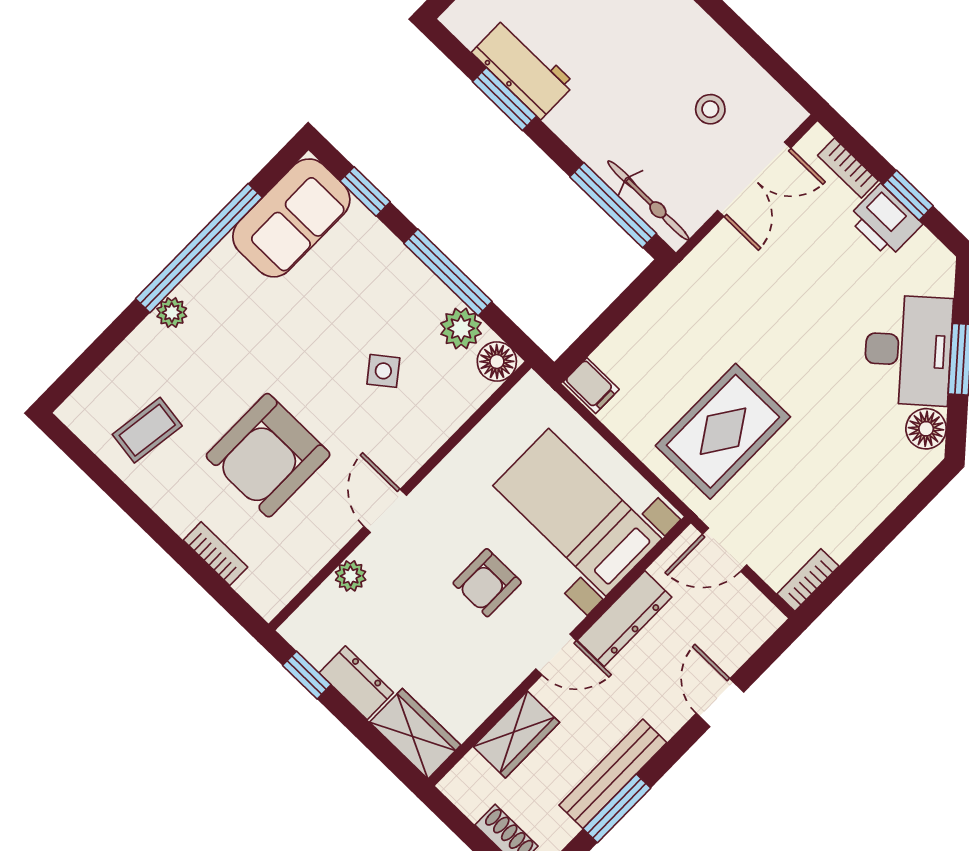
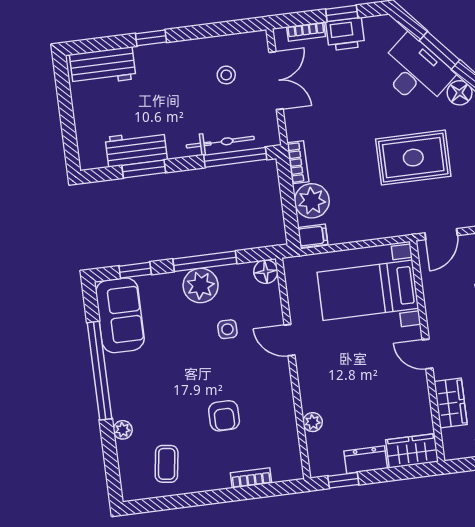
bicycle: (648, 200) -> (220, 142), moved
bookcase: (671, 291) -> (298, 162), added
plant: (172, 312) -> (123, 430), moved
plant: (461, 328) -> (201, 285), moved, width x1.36, depth x1.36
plant: (635, 349) -> (312, 201), added
side table: (383, 371) -> (227, 329), turned 38
rug: (723, 431) -> (413, 158), moved, turned 90
armchair: (268, 455) -> (224, 416), width x0.53, depth x0.53
door: (385, 511) -> (289, 340), moved
armchair: (487, 583) -> (367, 360), removed
dresser: (624, 619) -> (436, 308), removed
door: (556, 655) -> (427, 354), swing flipped

